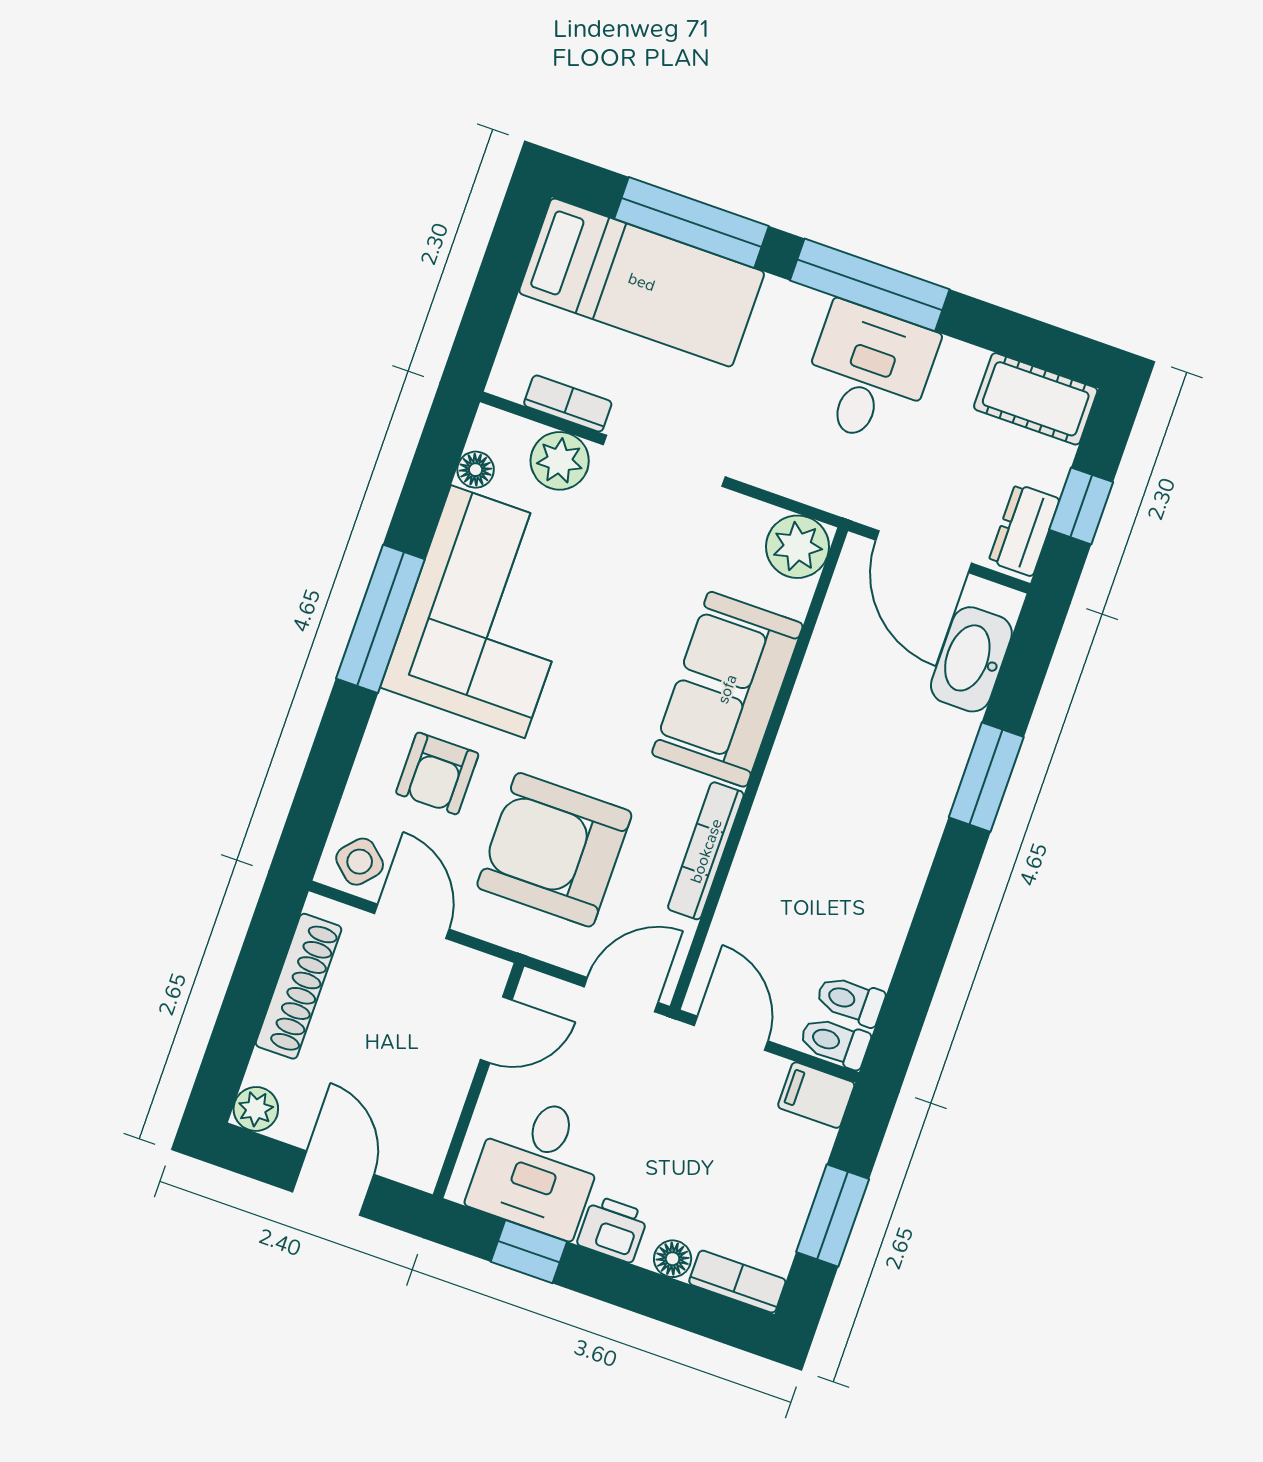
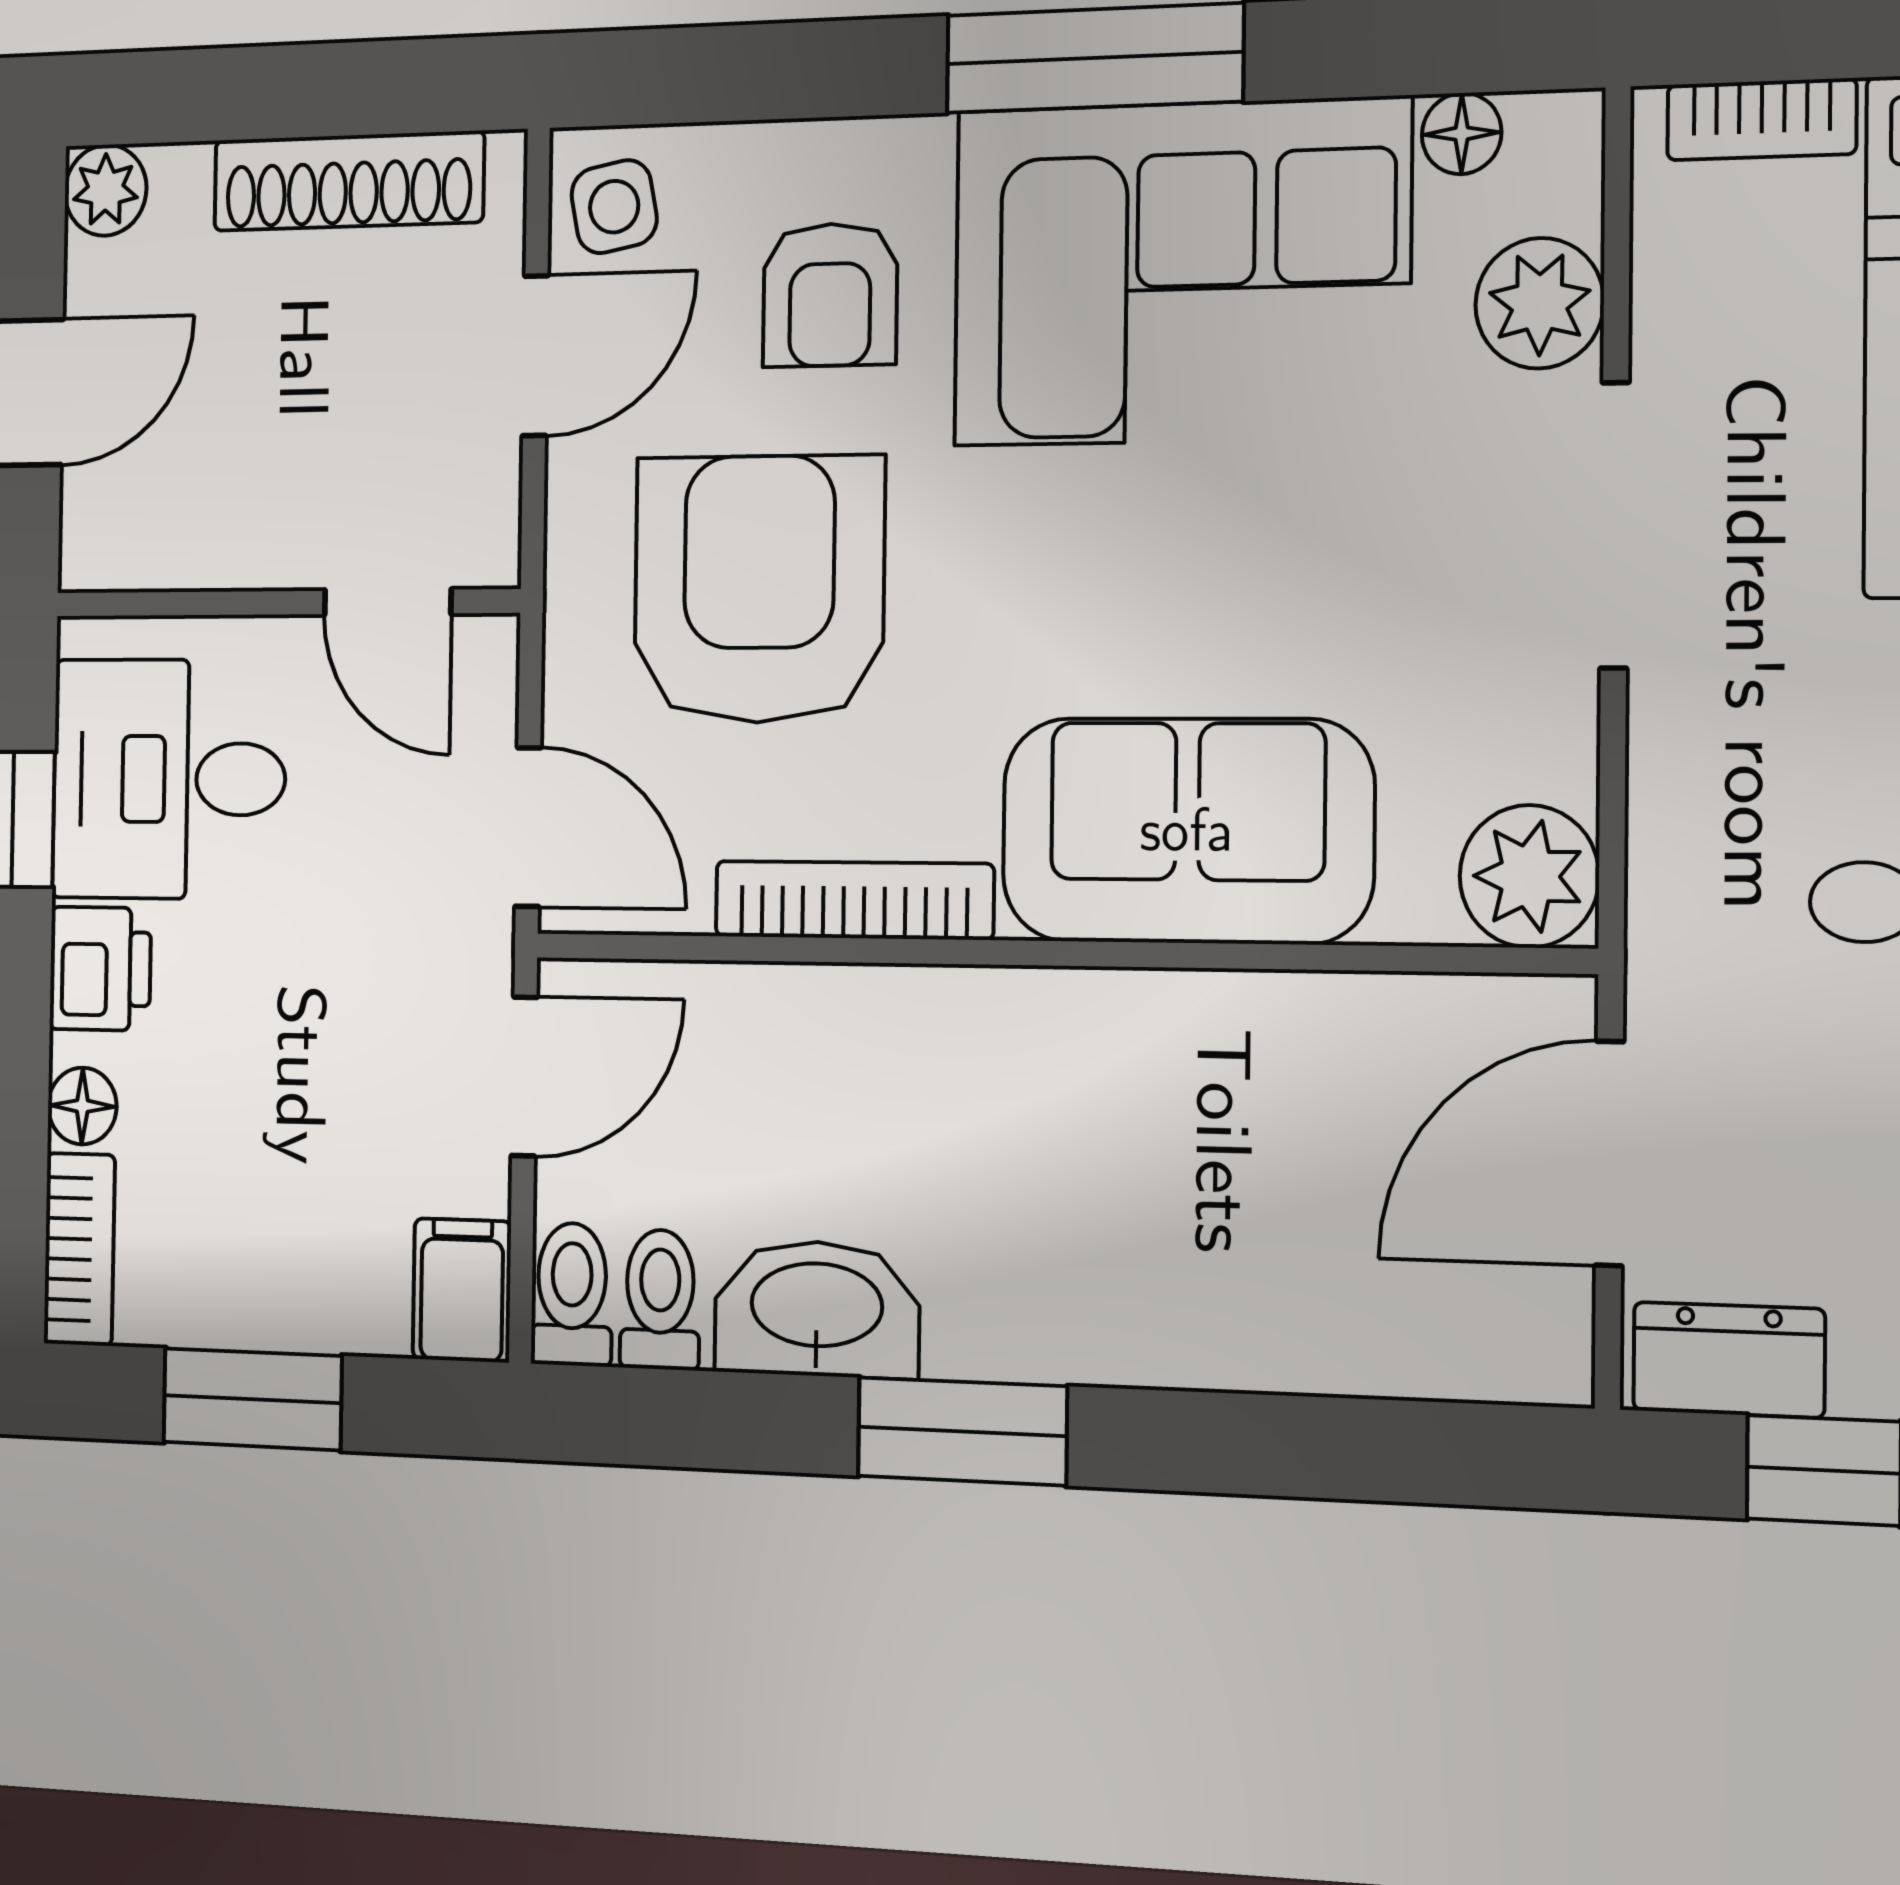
bookcase: (568, 404) -> (1762, 119), moved, turned 90
washbasin: (971, 659) -> (817, 1309), moved
armchair: (437, 773) -> (830, 295), turned -90
window: (986, 777) -> (962, 1431), moved
side table: (360, 862) -> (614, 207), turned 37

